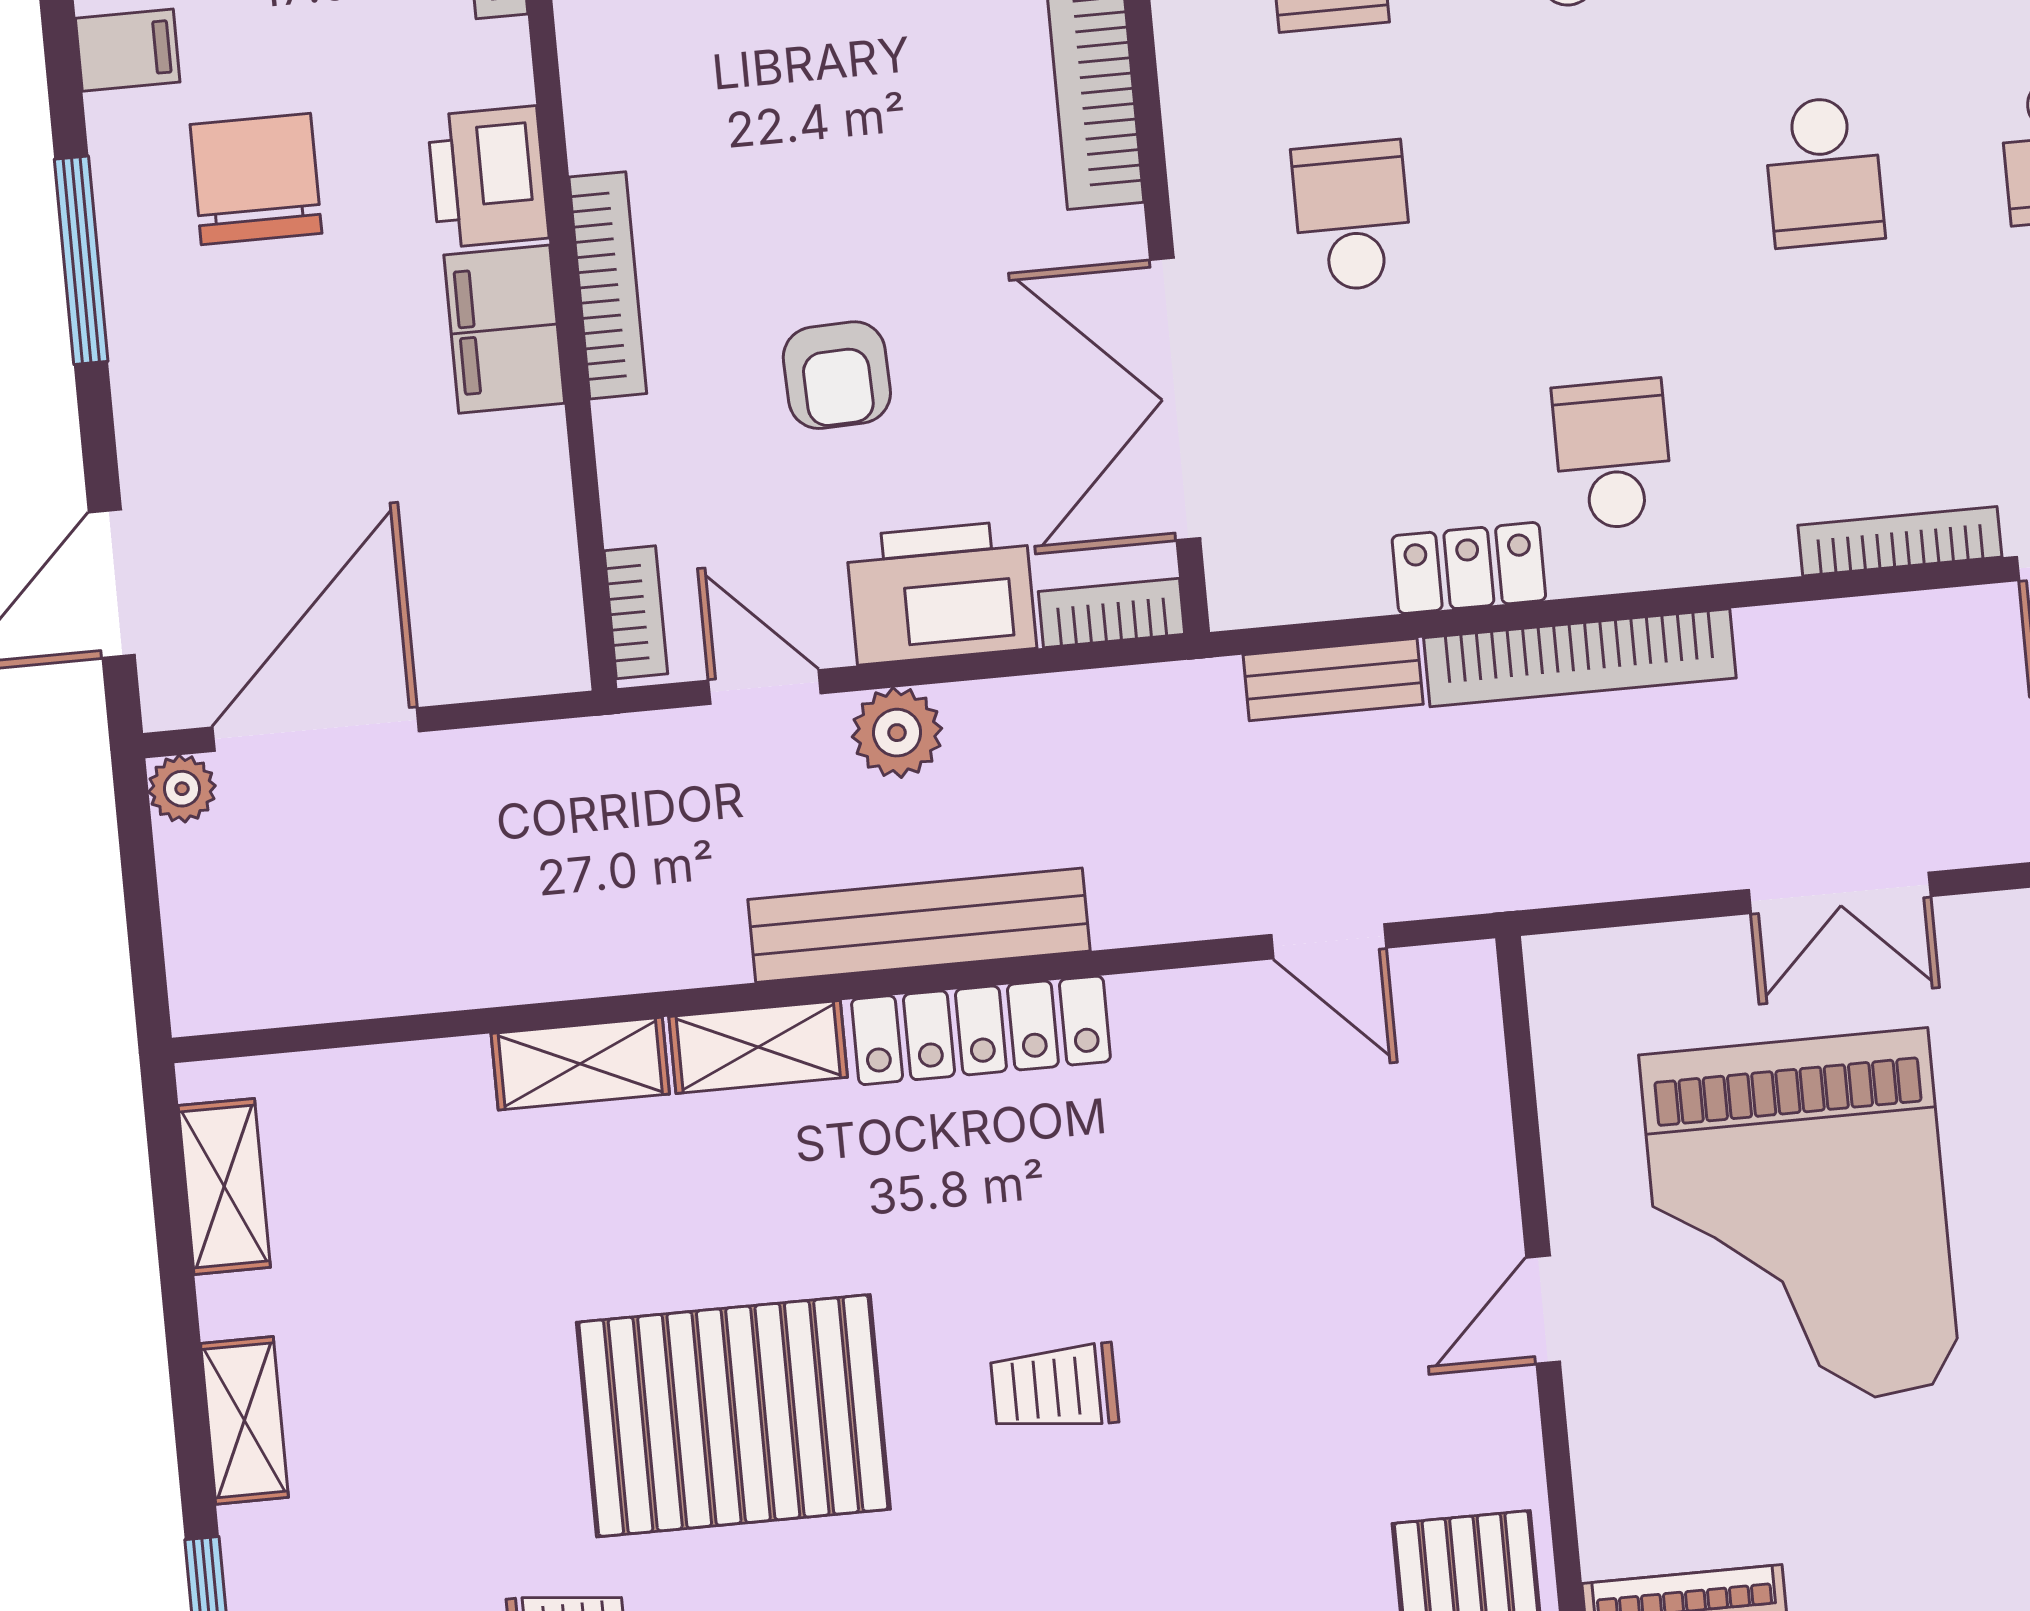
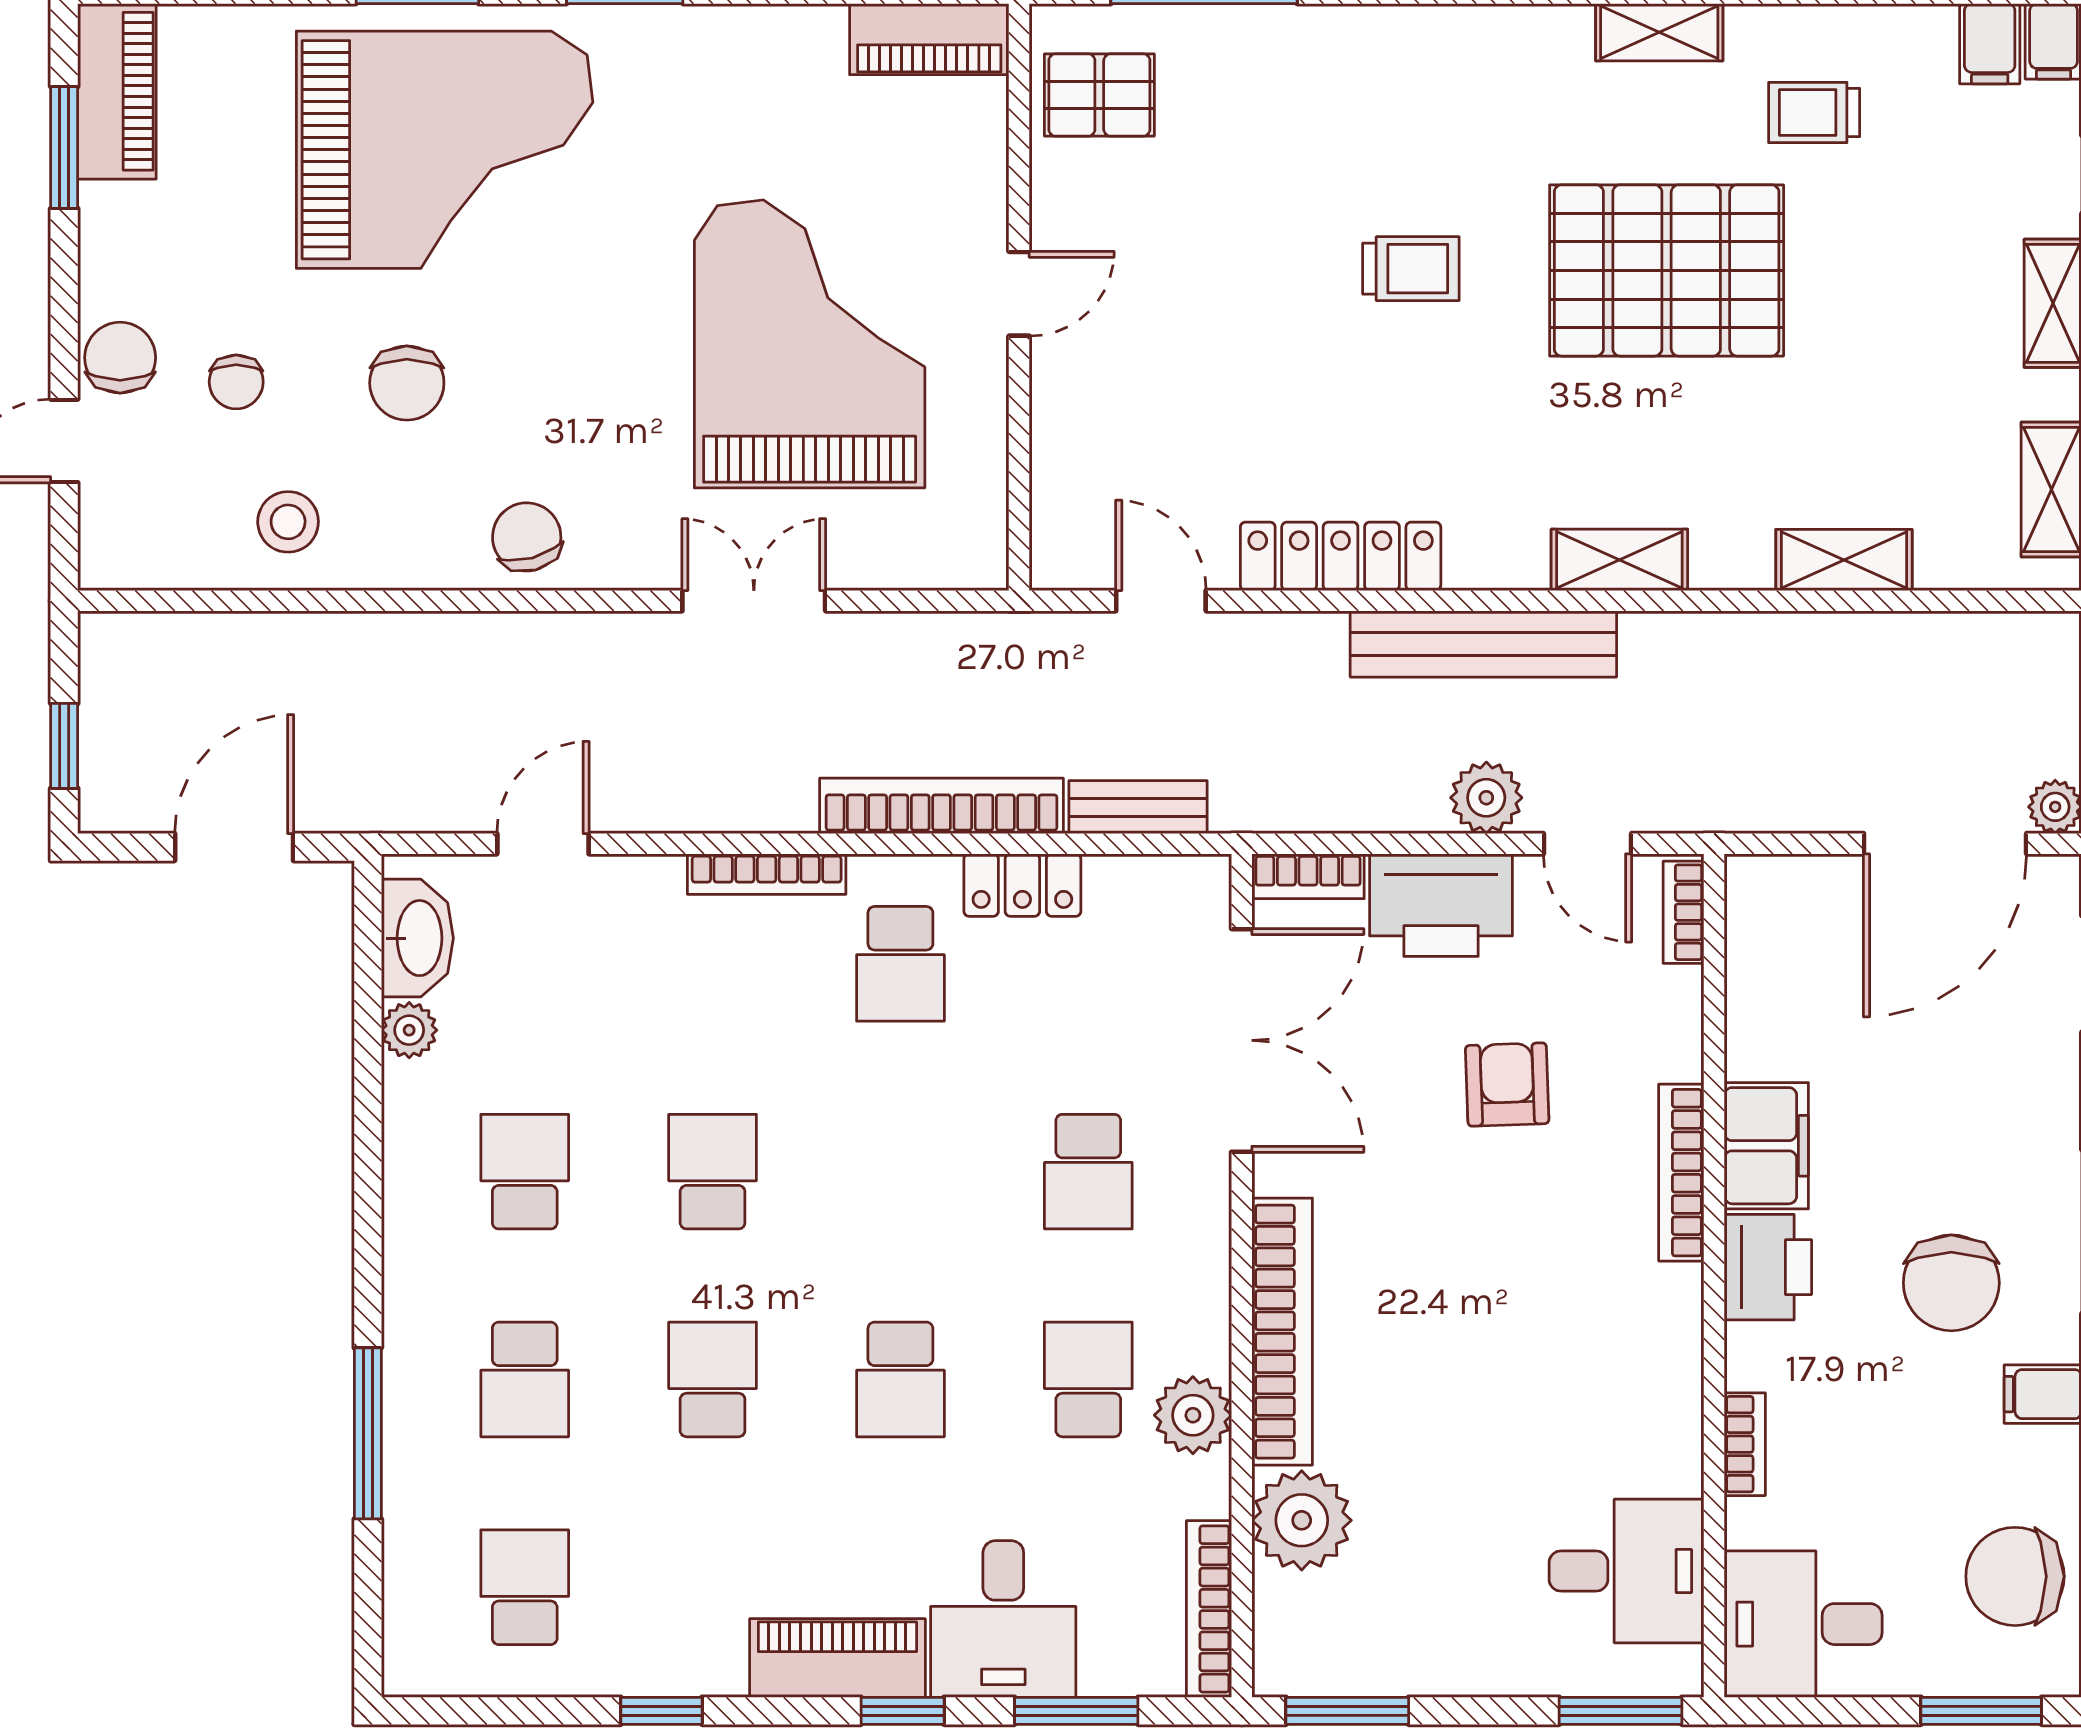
bookcase: (1900, 541) -> (767, 874), moved
locker: (981, 1030) -> (1341, 556), moved
shelving: (580, 1064) -> (1844, 560), moved

